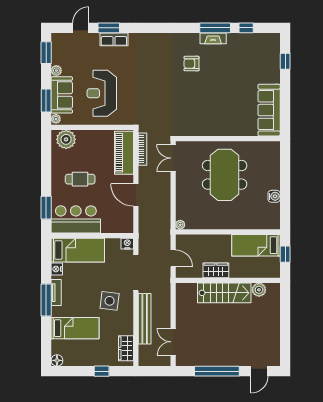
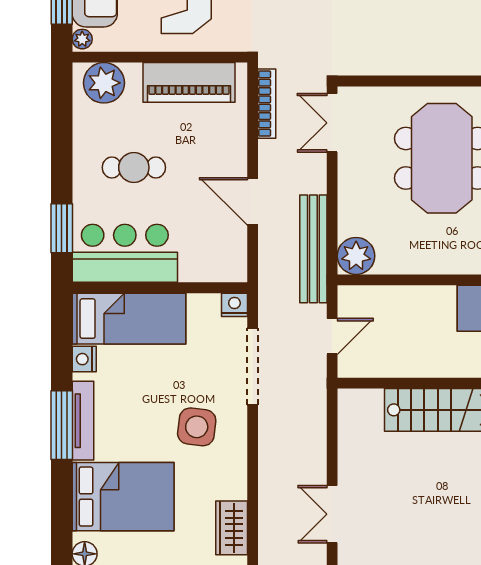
piano: (124, 153) -> (189, 82), moved, turned -90
plant: (180, 225) -> (356, 256), width x1.88, depth x1.88
door: (173, 258) -> (332, 336), hinge flipped
wardrobe: (216, 270) -> (423, 362), removed
tv unit: (56, 293) -> (83, 421), width x1.41
bench: (145, 319) -> (313, 249), moved
bed: (75, 328) -> (123, 497), width x1.50

